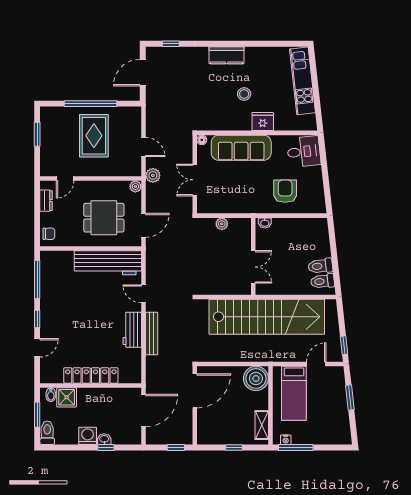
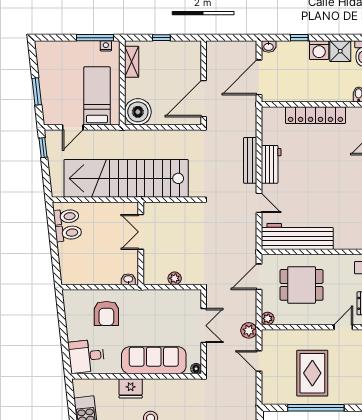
shower: (67, 397) -> (340, 51), moved
washbasin: (104, 439) -> (269, 47), moved
window: (176, 447) -> (224, 38), removed

